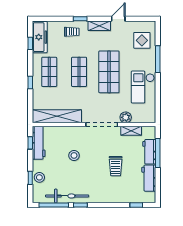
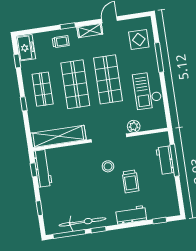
freezer: (40, 37) -> (26, 48), width x0.71
shop shelf: (79, 72) -> (75, 84), width x1.43, depth x1.36
shelving: (131, 131) -> (142, 140), removed
stool: (74, 155) -> (108, 166), moved
stool: (39, 177) -> (49, 206), removed
workbench: (149, 178) -> (131, 215), moved, turned 90

